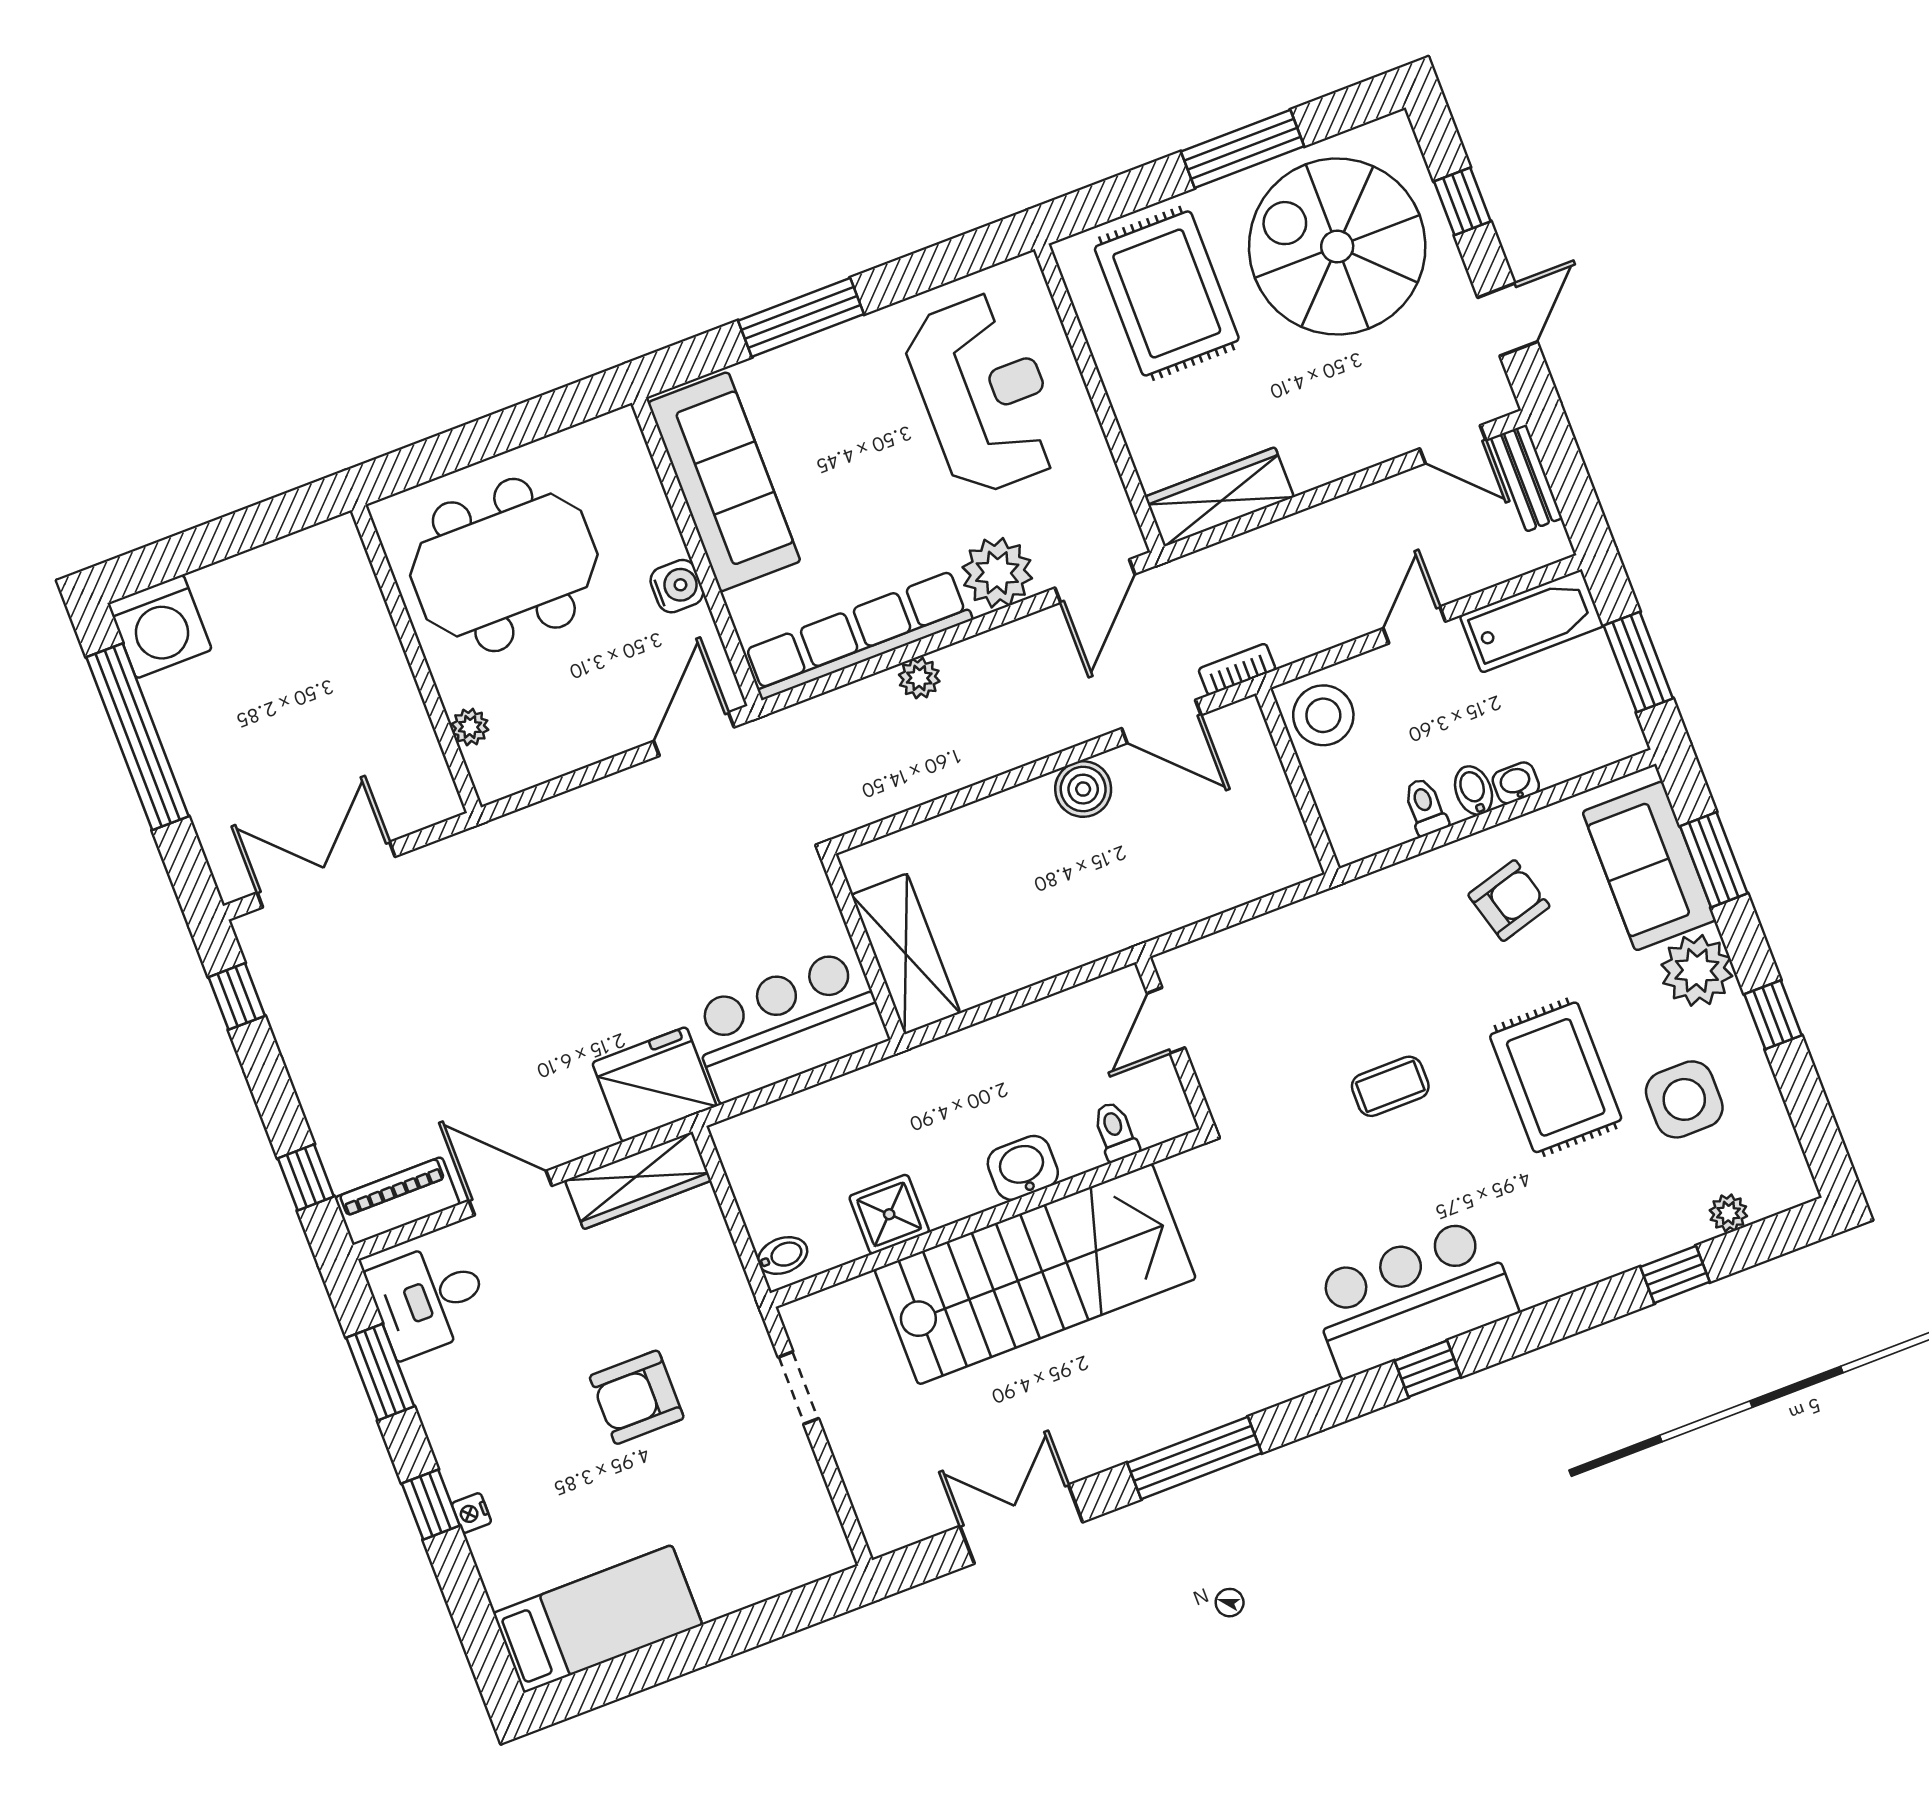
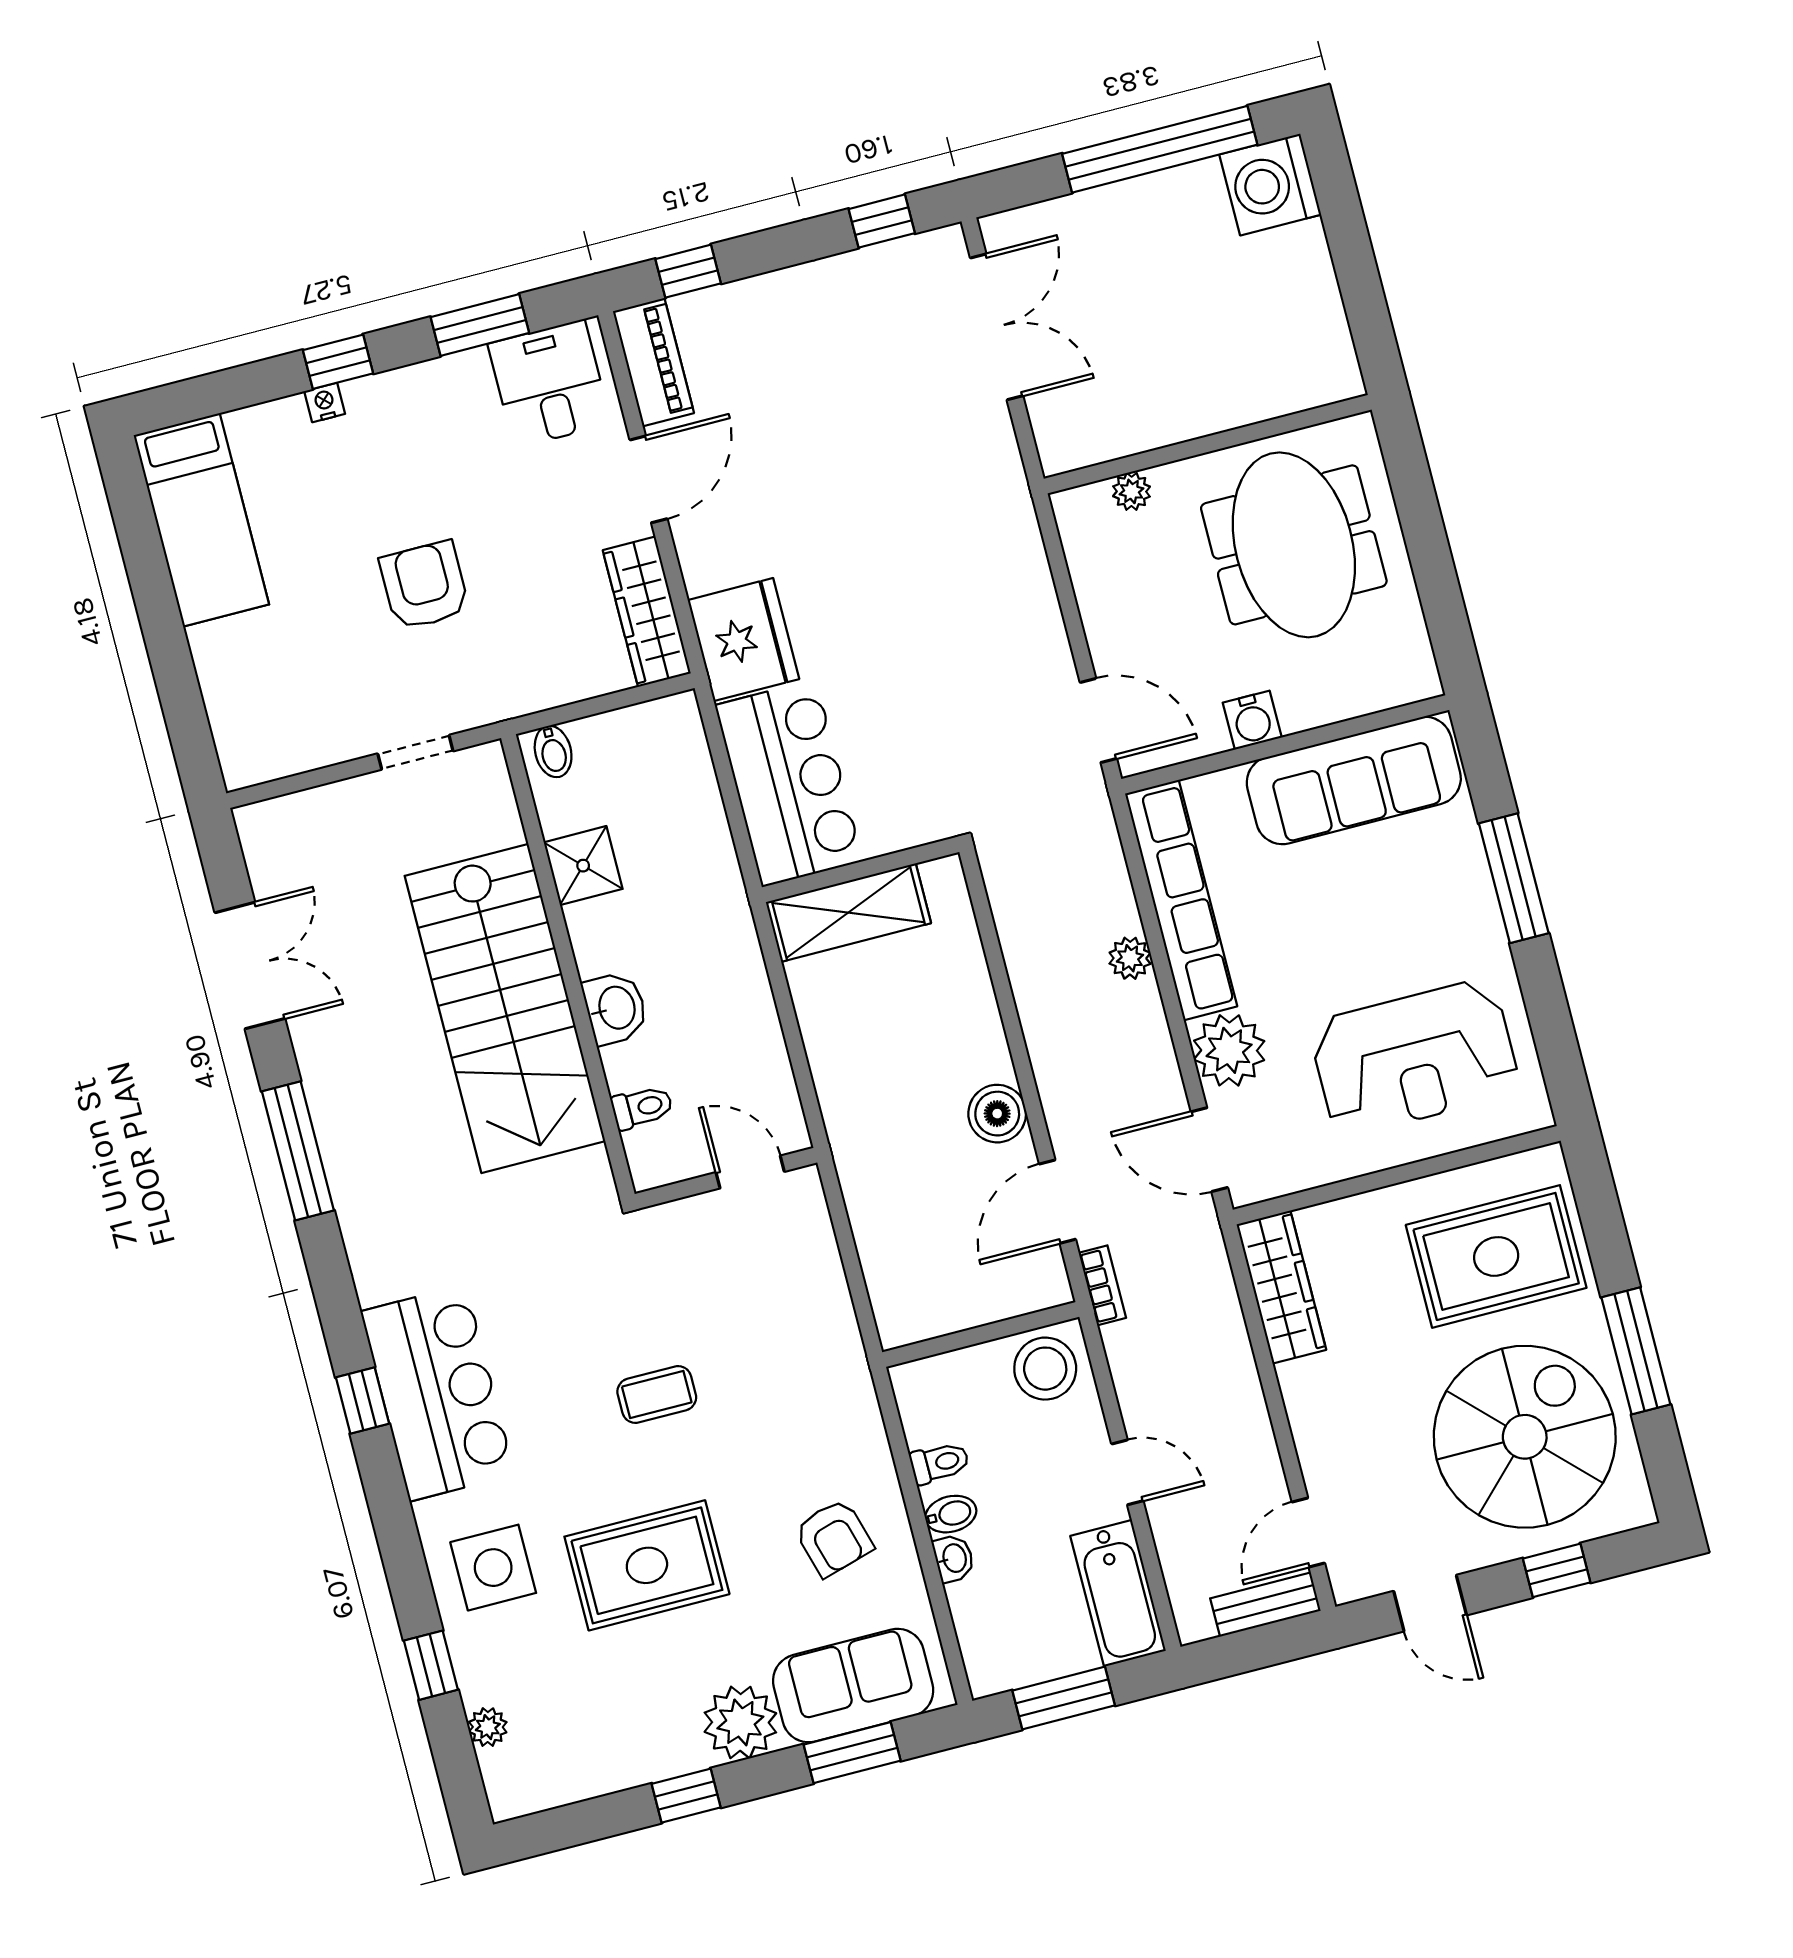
coffee table: (1390, 1086) -> (657, 1395), turned 90
side table: (1684, 1099) -> (493, 1568), moved

